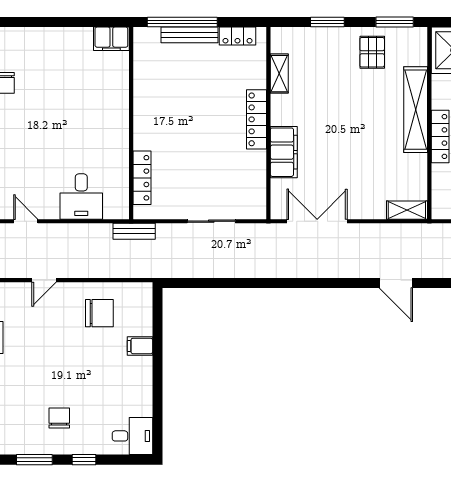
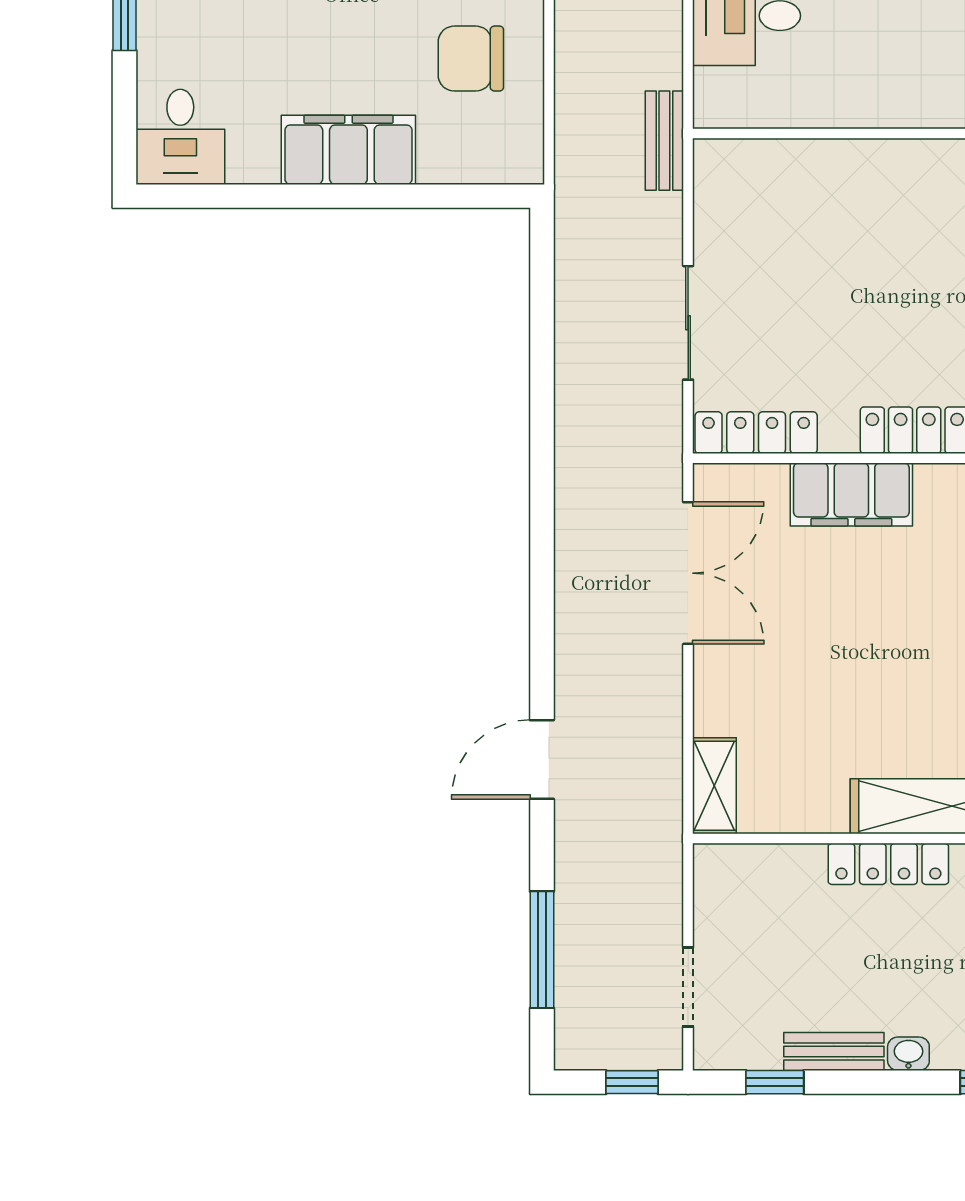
locker: (142, 178) -> (756, 433), moved, turned 180
chair: (99, 313) -> (471, 59), turned 90
filing cabinet: (140, 346) -> (348, 150), width x3.00, depth x1.17

